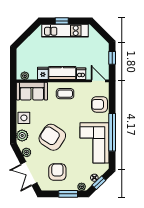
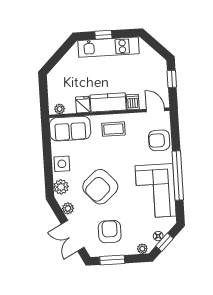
armchair: (52, 137) -> (100, 187), turned -75
window: (68, 194) -> (112, 260), moved

